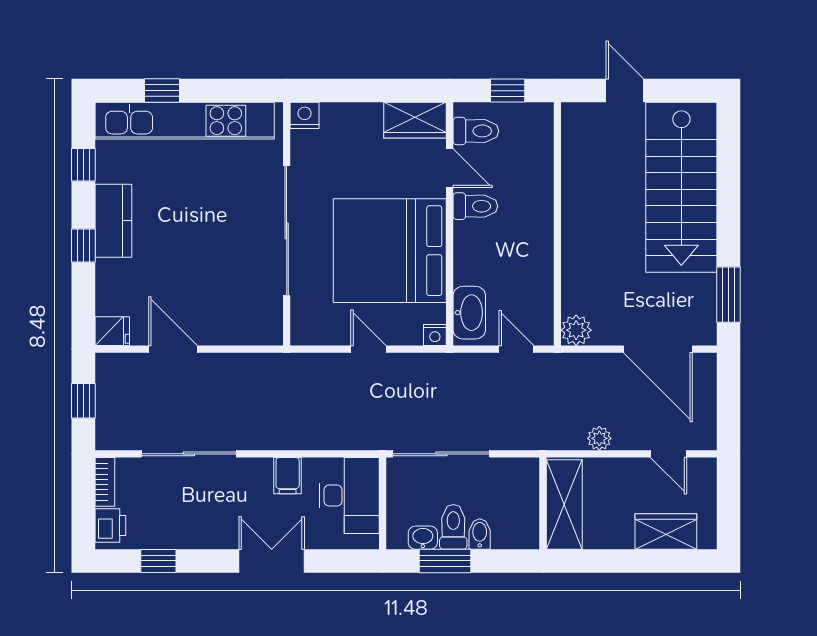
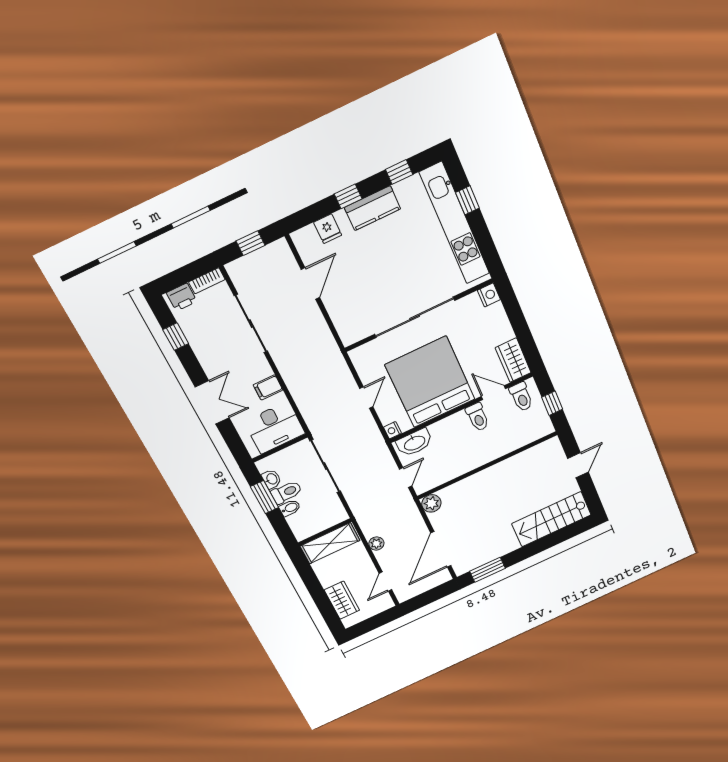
door: (450, 168) -> (493, 393), swing flipped
stairs: (681, 187) -> (551, 519), width x0.73, depth x0.66
fridge: (112, 331) -> (328, 229), moved

